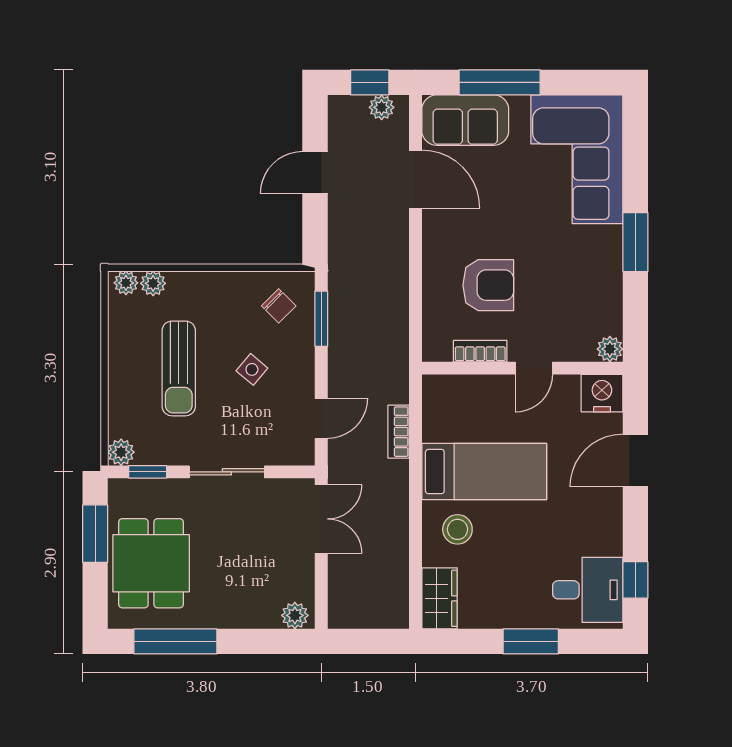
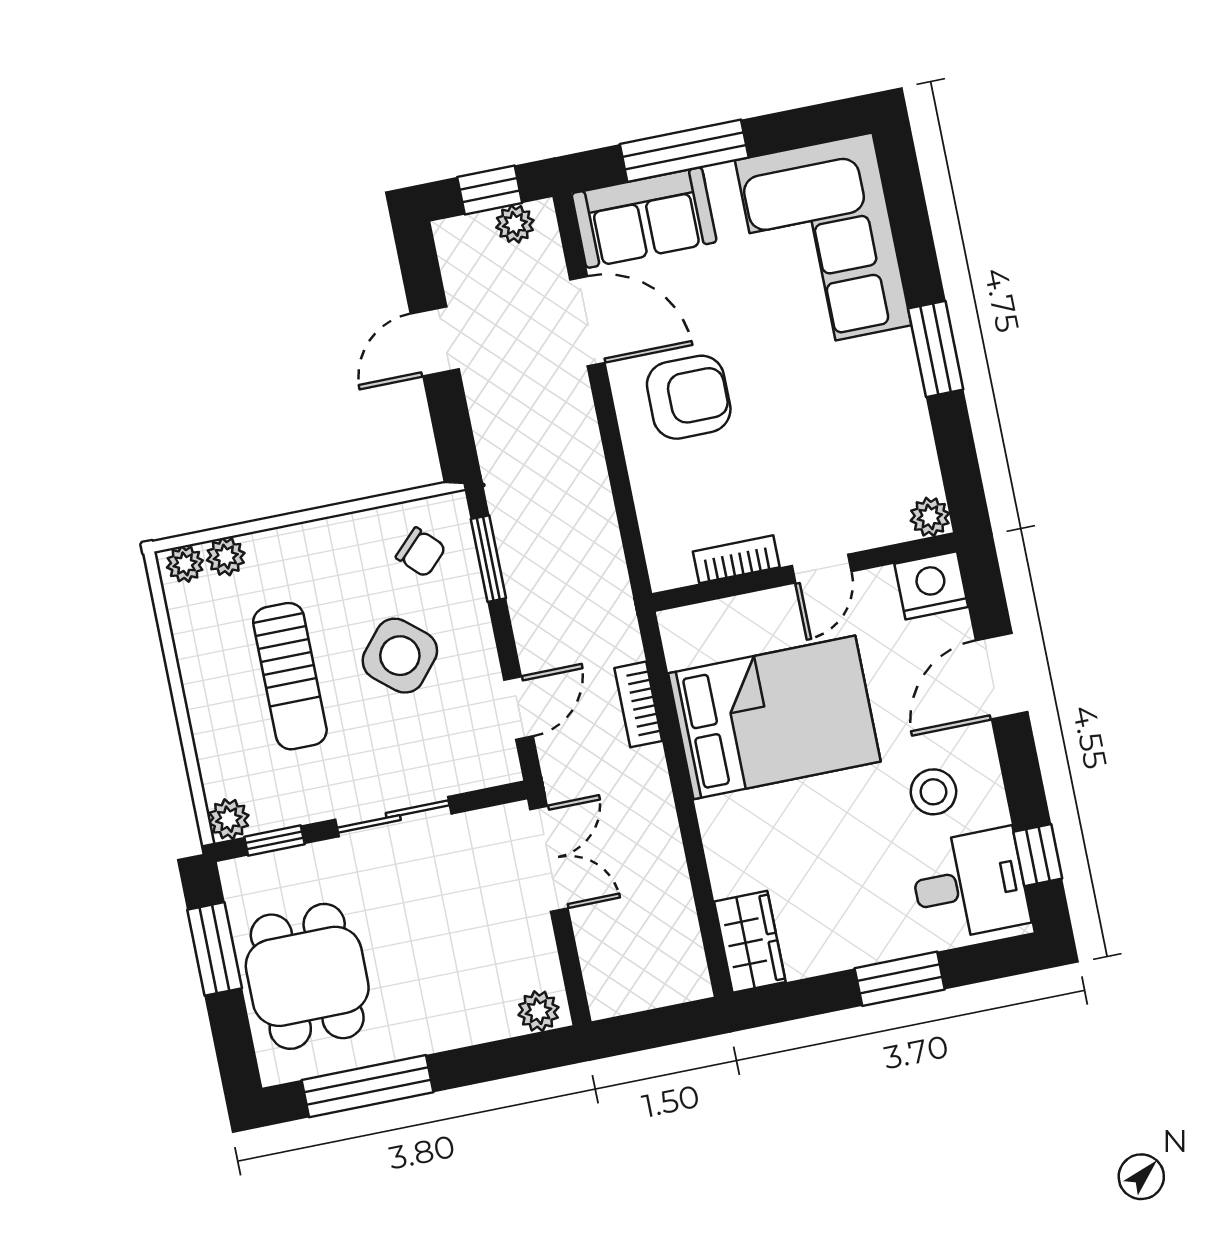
armchair: (488, 285) -> (689, 397), moved
side table: (252, 369) -> (400, 656), width x1.87, depth x1.87
bed: (484, 472) -> (774, 717), width x1.50
stool: (457, 529) -> (933, 792), moved

